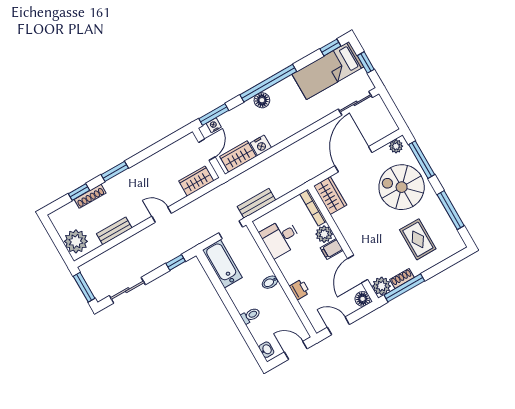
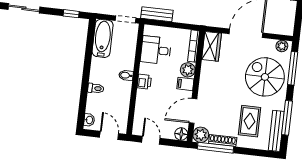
bench: (450, 230) -> (276, 131), added
shoe rack: (402, 279) -> (223, 140), width x1.43
printer: (299, 289) -> (144, 82), moved

